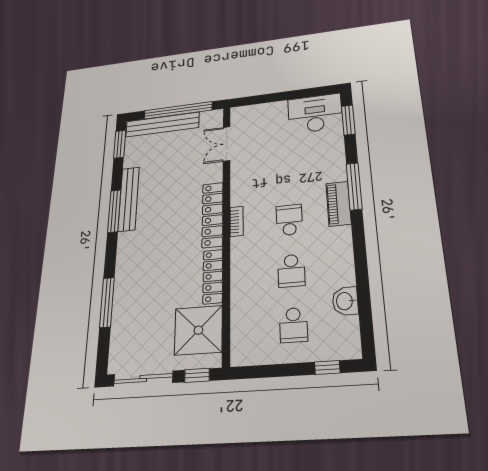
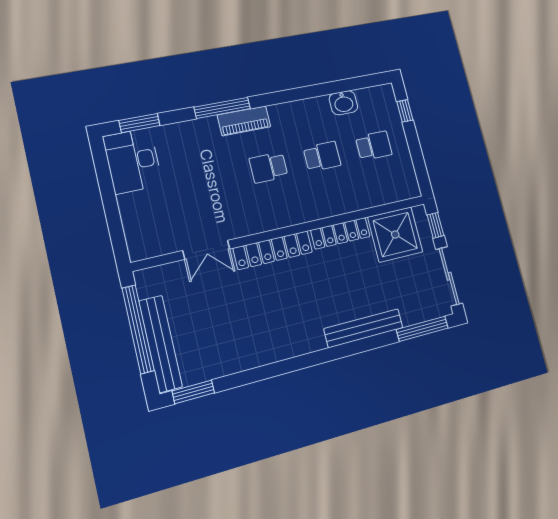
double door: (227, 144) -> (206, 250), moved
bench: (129, 199) -> (364, 328), moved
window: (114, 211) -> (283, 367), removed
bookcase: (236, 221) -> (277, 222), removed
window: (107, 302) -> (422, 329), moved

